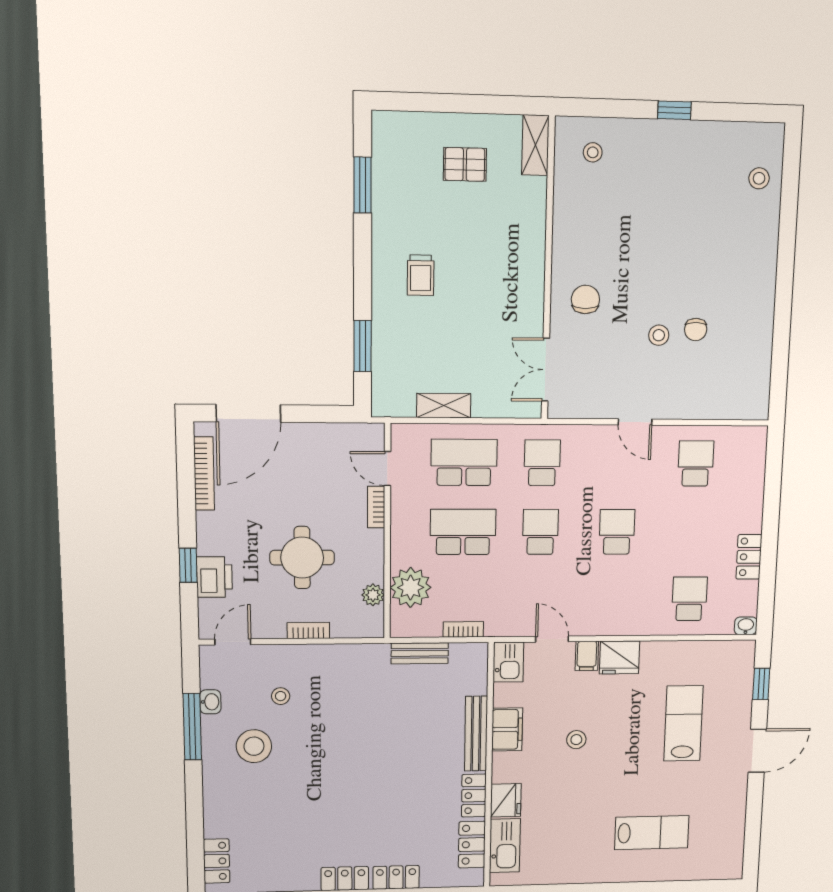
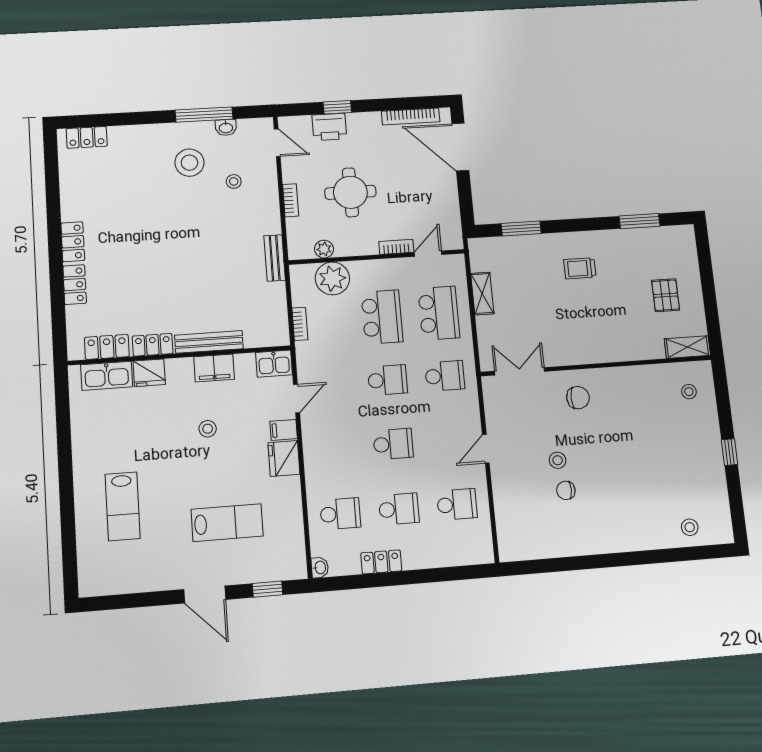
school desk: (693, 532) -> (399, 509), added
bench: (420, 653) -> (275, 258), moved

